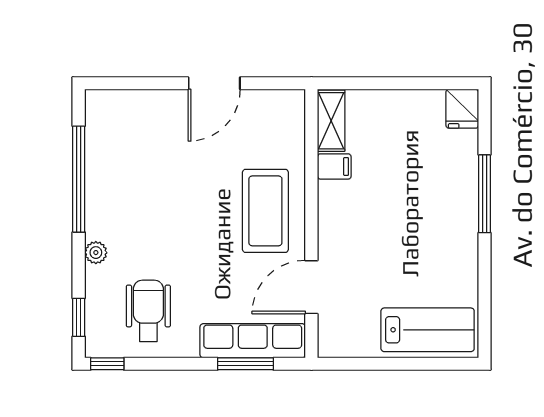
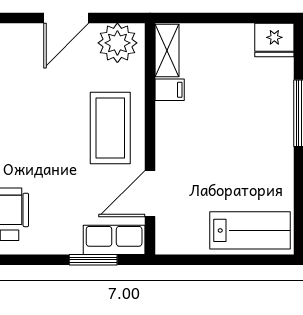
fridge: (462, 109) -> (274, 40), width x1.38
plant: (274, 112) -> (117, 43), added
row of seats: (253, 341) -> (114, 240), width x0.68

